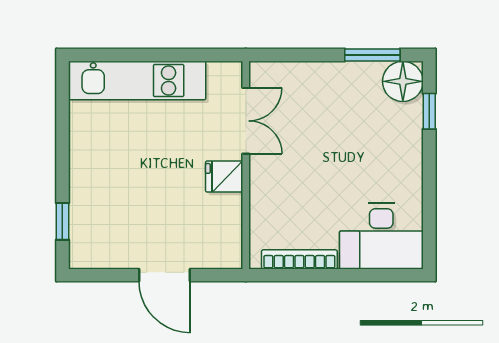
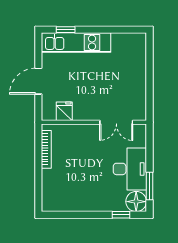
kitchen unit: (137, 80) -> (76, 43), moved, turned -90
fridge: (224, 177) -> (64, 111), moved
desk: (381, 236) -> (130, 169), moved, turned 180

